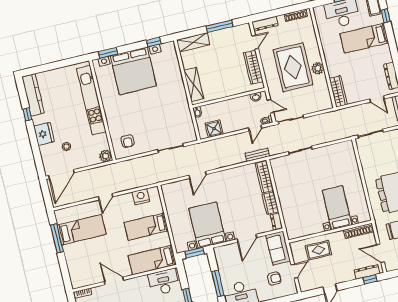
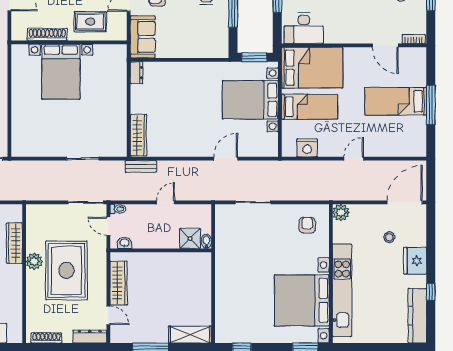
door: (255, 42) -> (108, 315), swing flipped
bed with nightstands: (133, 71) -> (302, 300), moved, turned -90
shelving: (194, 84) -> (203, 279), removed
wardrobe: (338, 91) -> (14, 243), moved
door: (255, 128) -> (165, 202), moved
shower: (214, 129) -> (190, 238), moved
wardrobe: (270, 203) -> (139, 99), removed
bed with nightstands: (337, 208) -> (61, 72), width x1.36
bed with nightstands: (207, 225) -> (250, 100), moved, turned 90
bed: (82, 230) -> (396, 101), moved
shoe rack: (359, 231) -> (47, 35), moved
window: (57, 238) -> (431, 105), moved
door: (247, 238) -> (181, 60), removed
bed: (152, 260) -> (312, 68), width x1.50
door: (114, 281) -> (385, 45), moved

